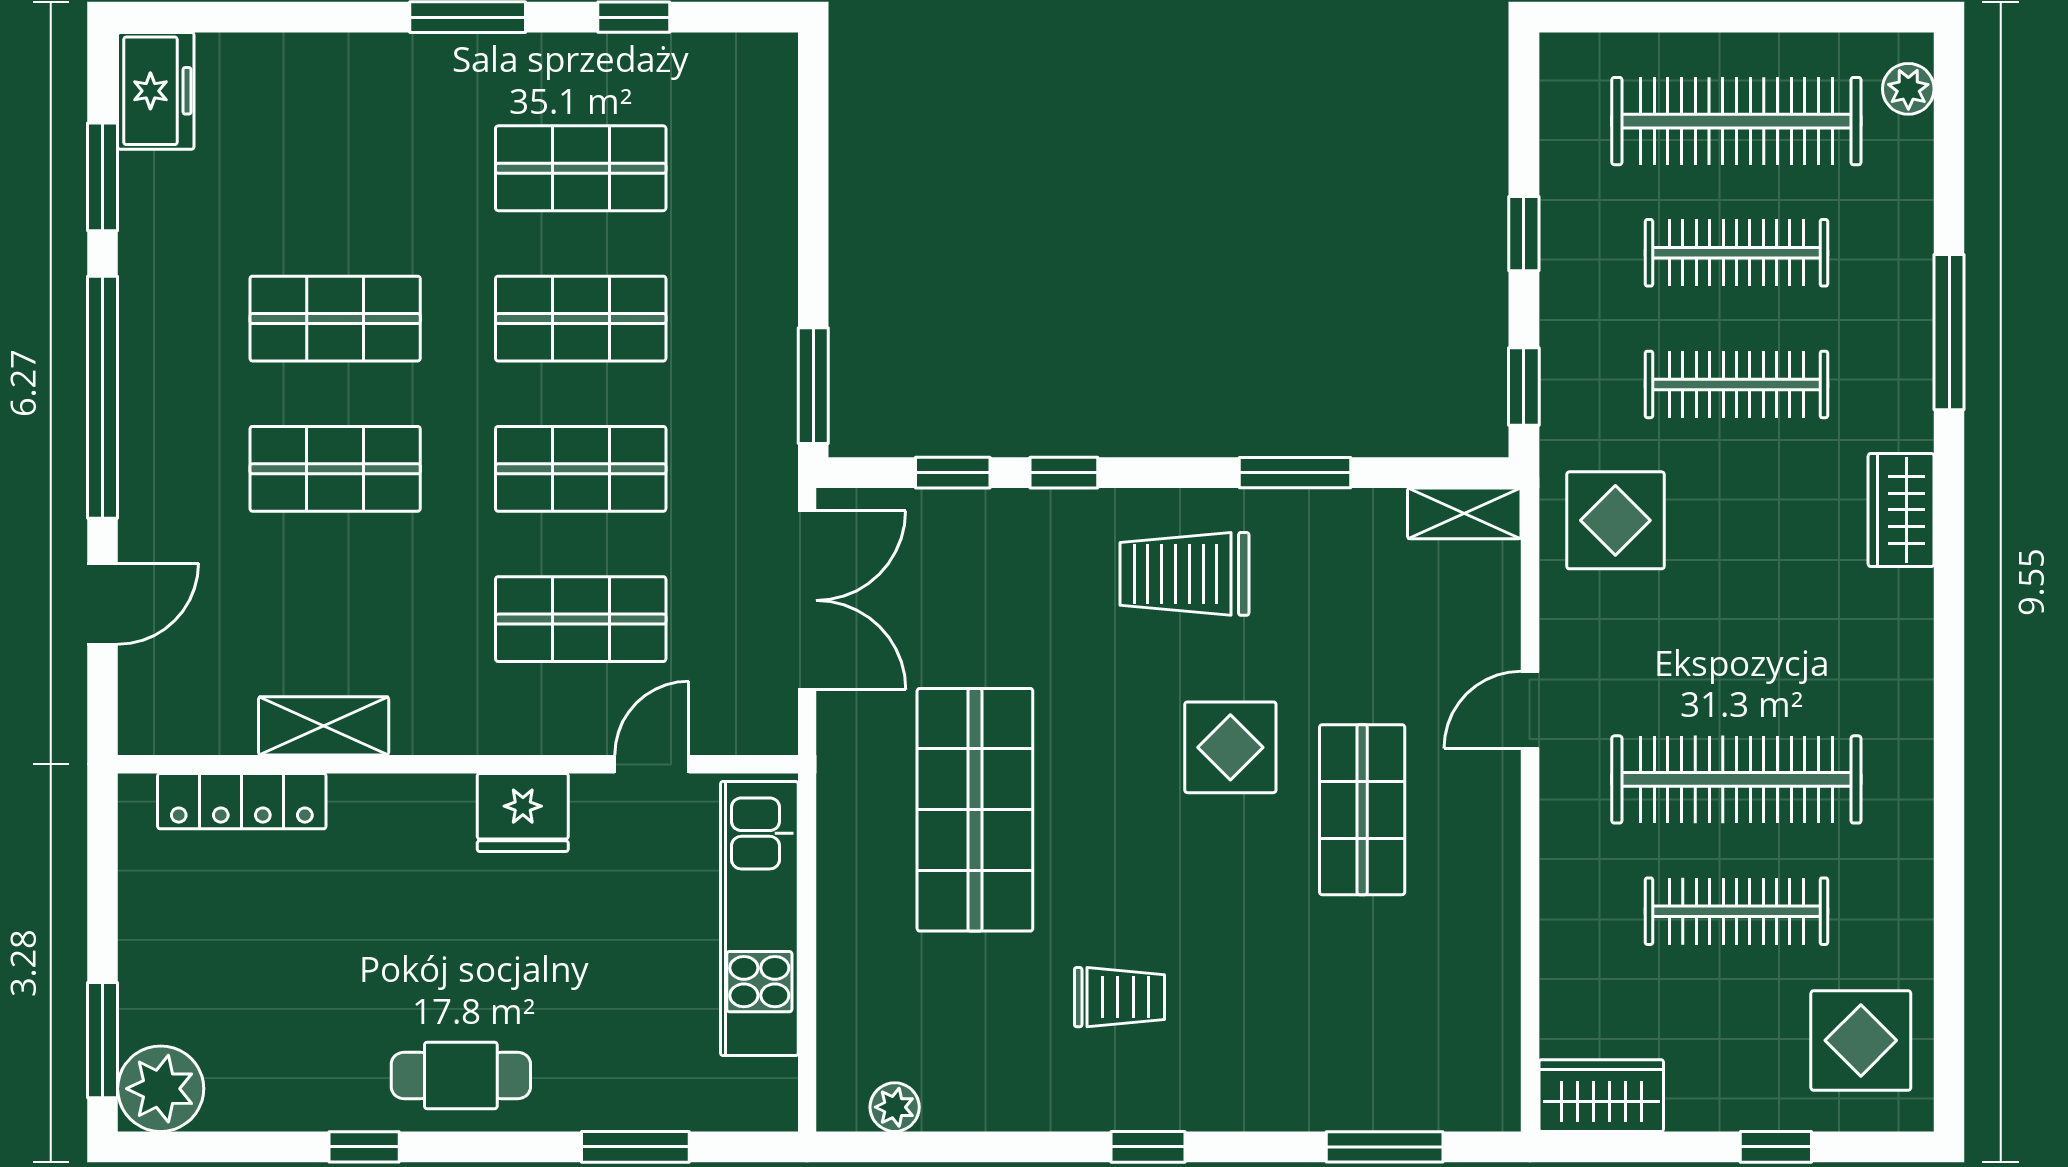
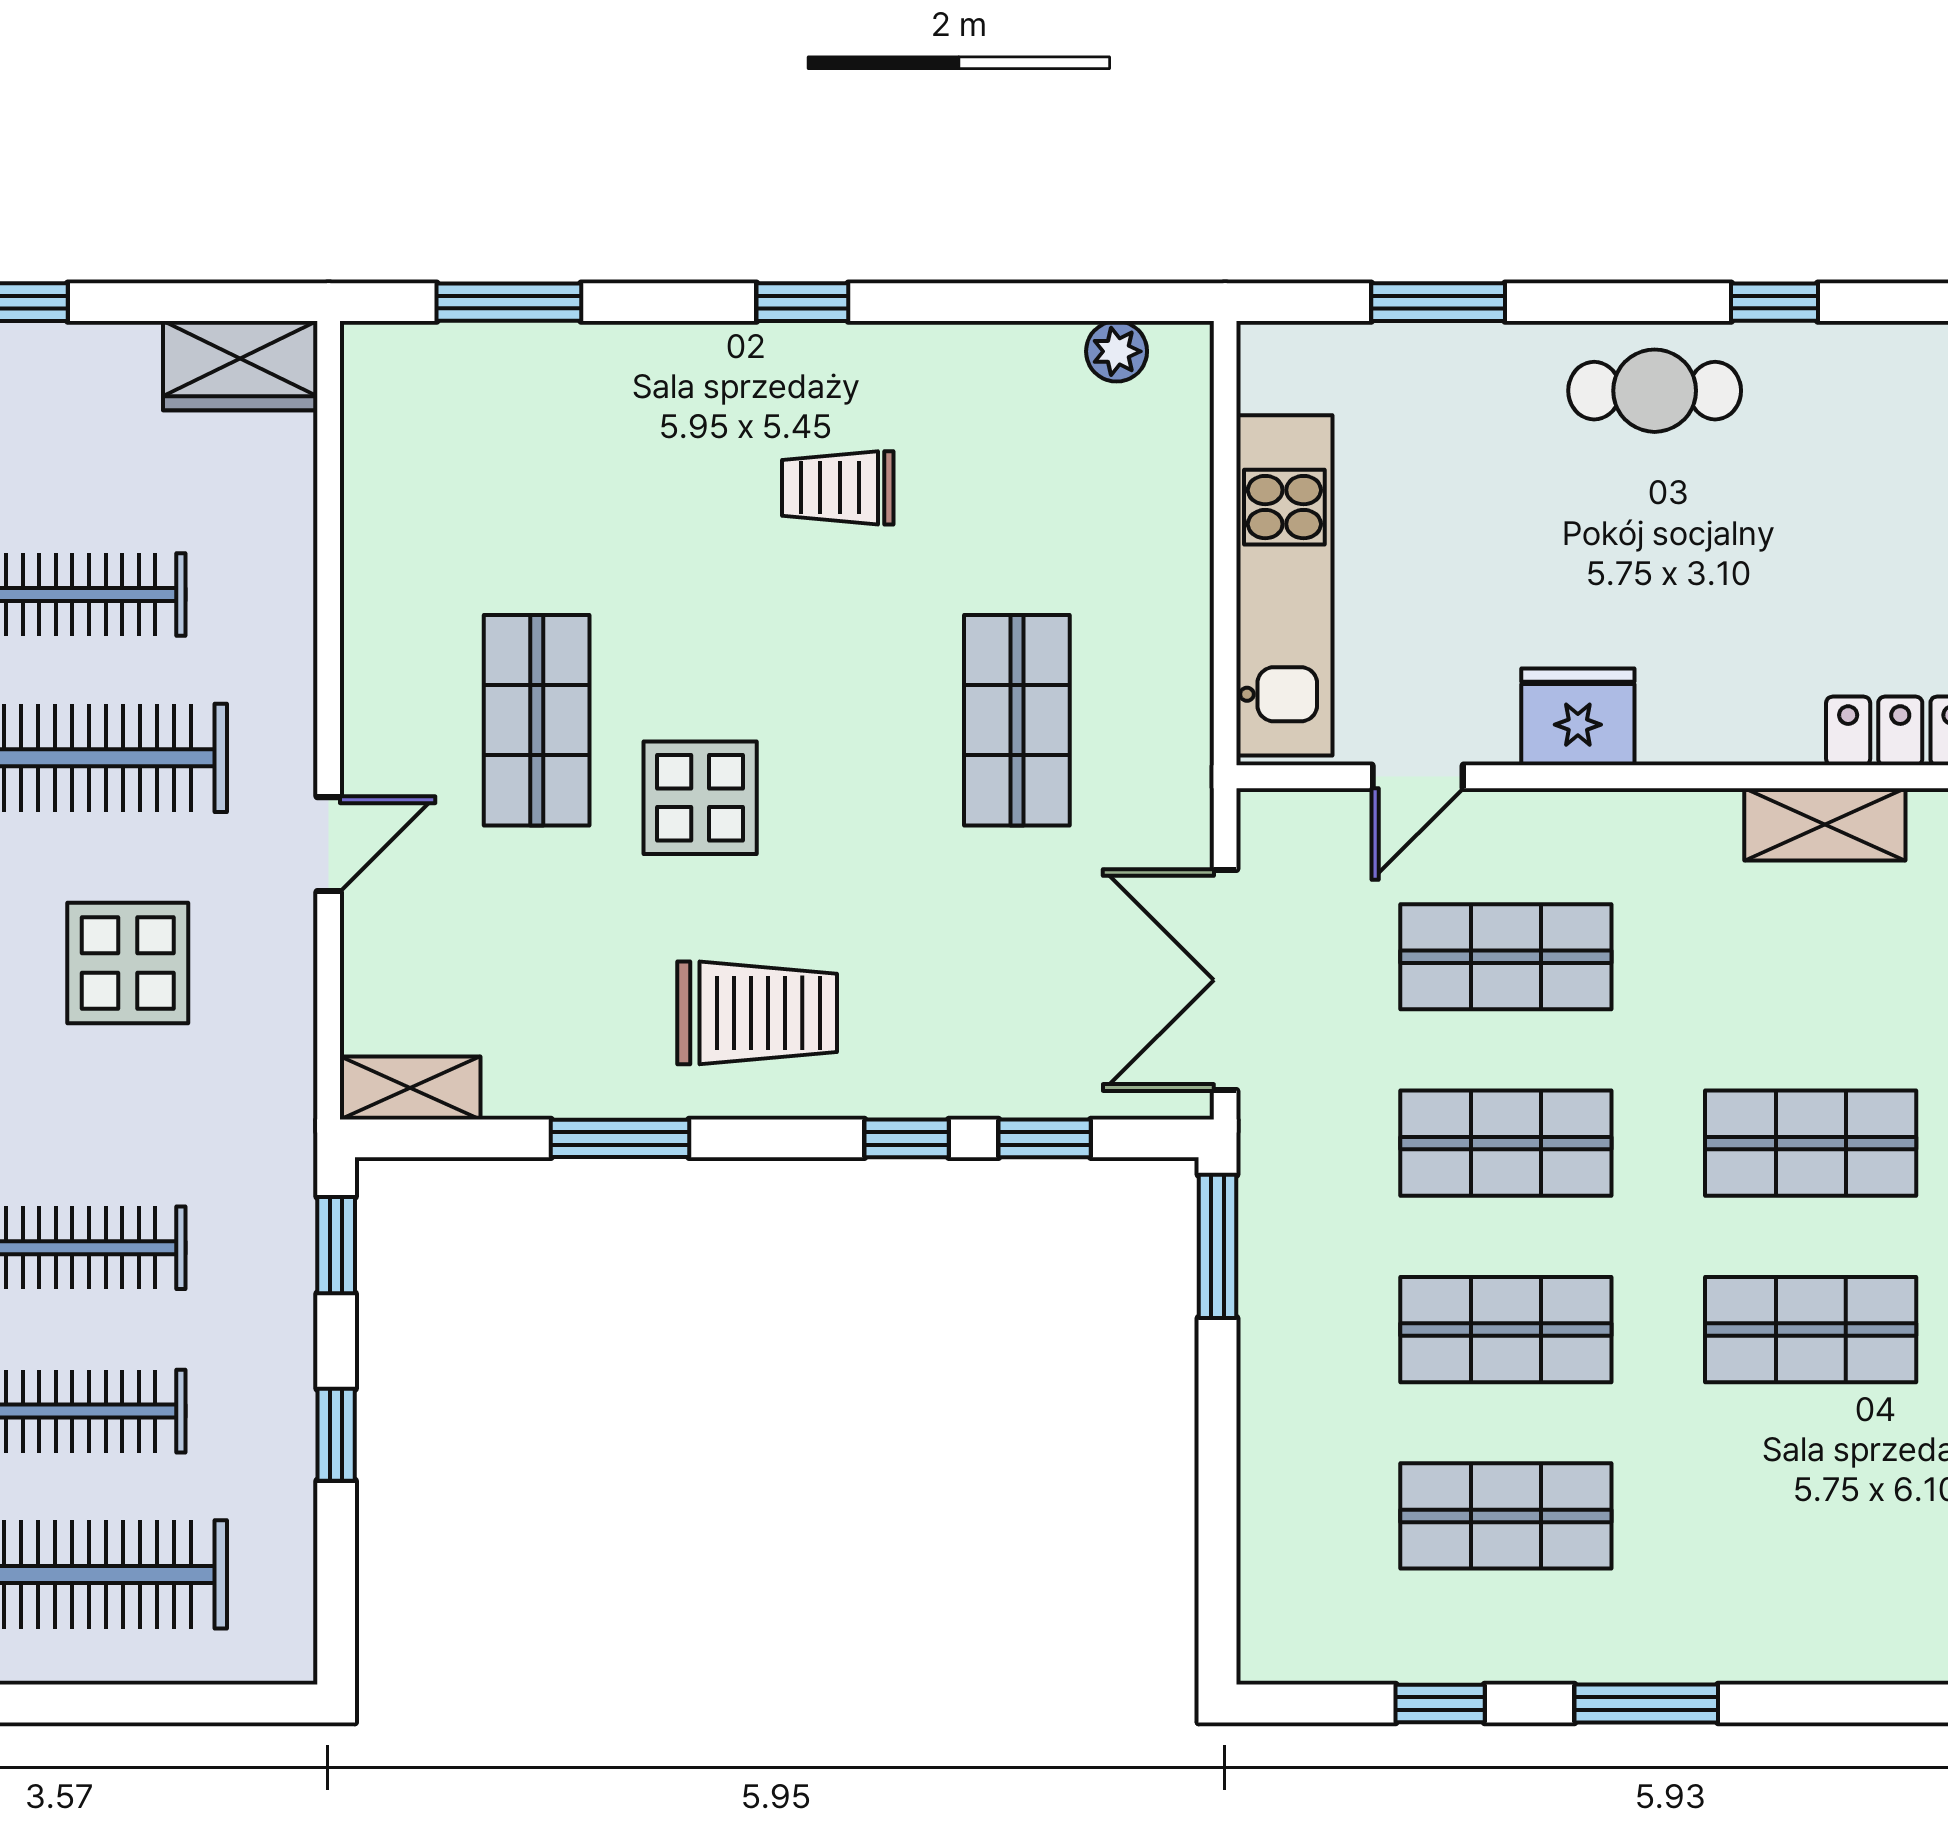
display table: (1615, 520) -> (128, 963), moved
shop shelf: (975, 810) -> (1017, 720), width x0.70, depth x0.74

